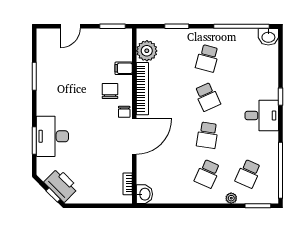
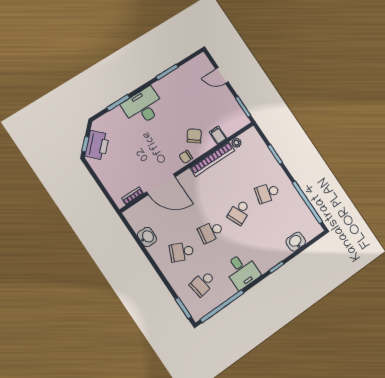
washbasin: (268, 37) -> (296, 242), moved, turned 90
plant: (147, 51) -> (236, 143), width x0.53, depth x0.53
chair: (110, 91) -> (194, 136), turned -53
desk: (262, 115) -> (242, 271), moved
desk: (52, 136) -> (143, 107), moved
door: (134, 137) -> (161, 184), moved
school desk: (248, 174) -> (203, 283), turned -33
washbasin: (144, 194) -> (147, 237), moved, turned -90
plant: (231, 198) -> (175, 283), removed

